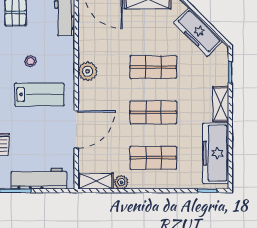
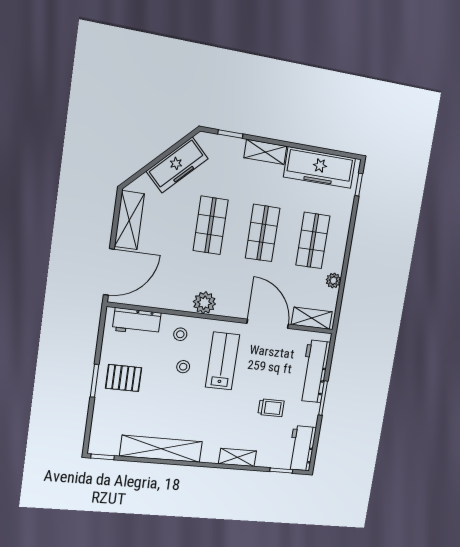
stool: (58, 55) -> (180, 334), added
shelving: (96, 181) -> (312, 318), moved, turned 90

